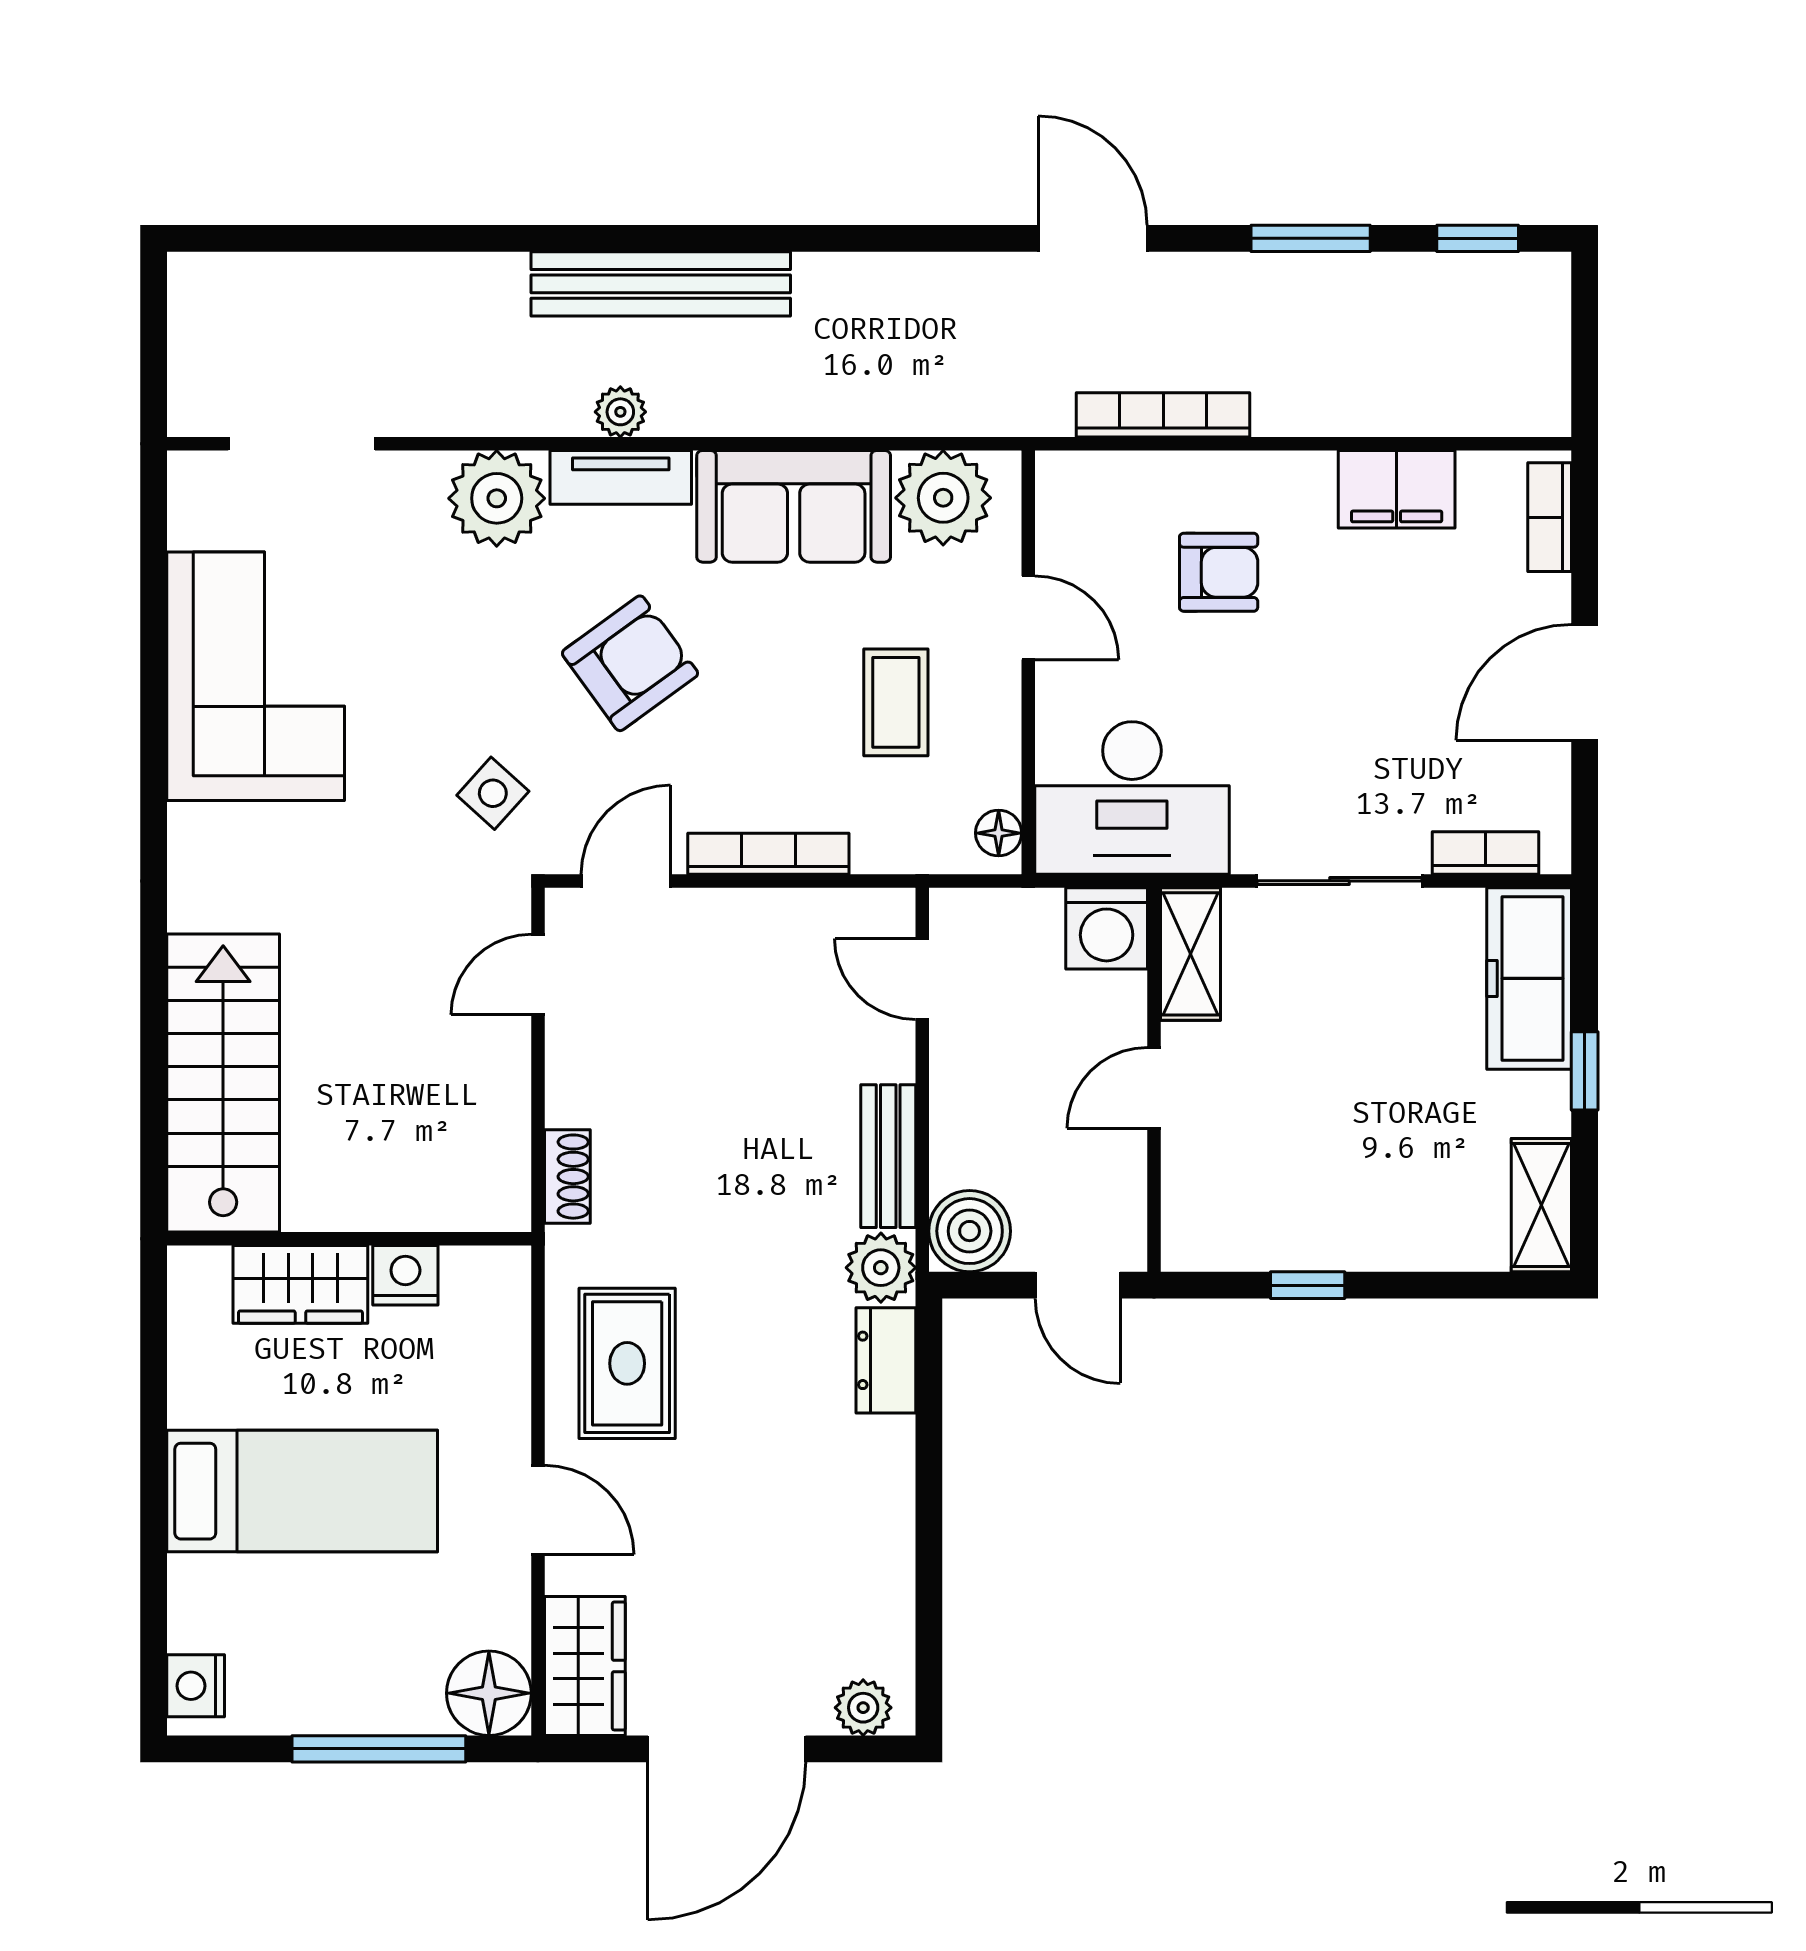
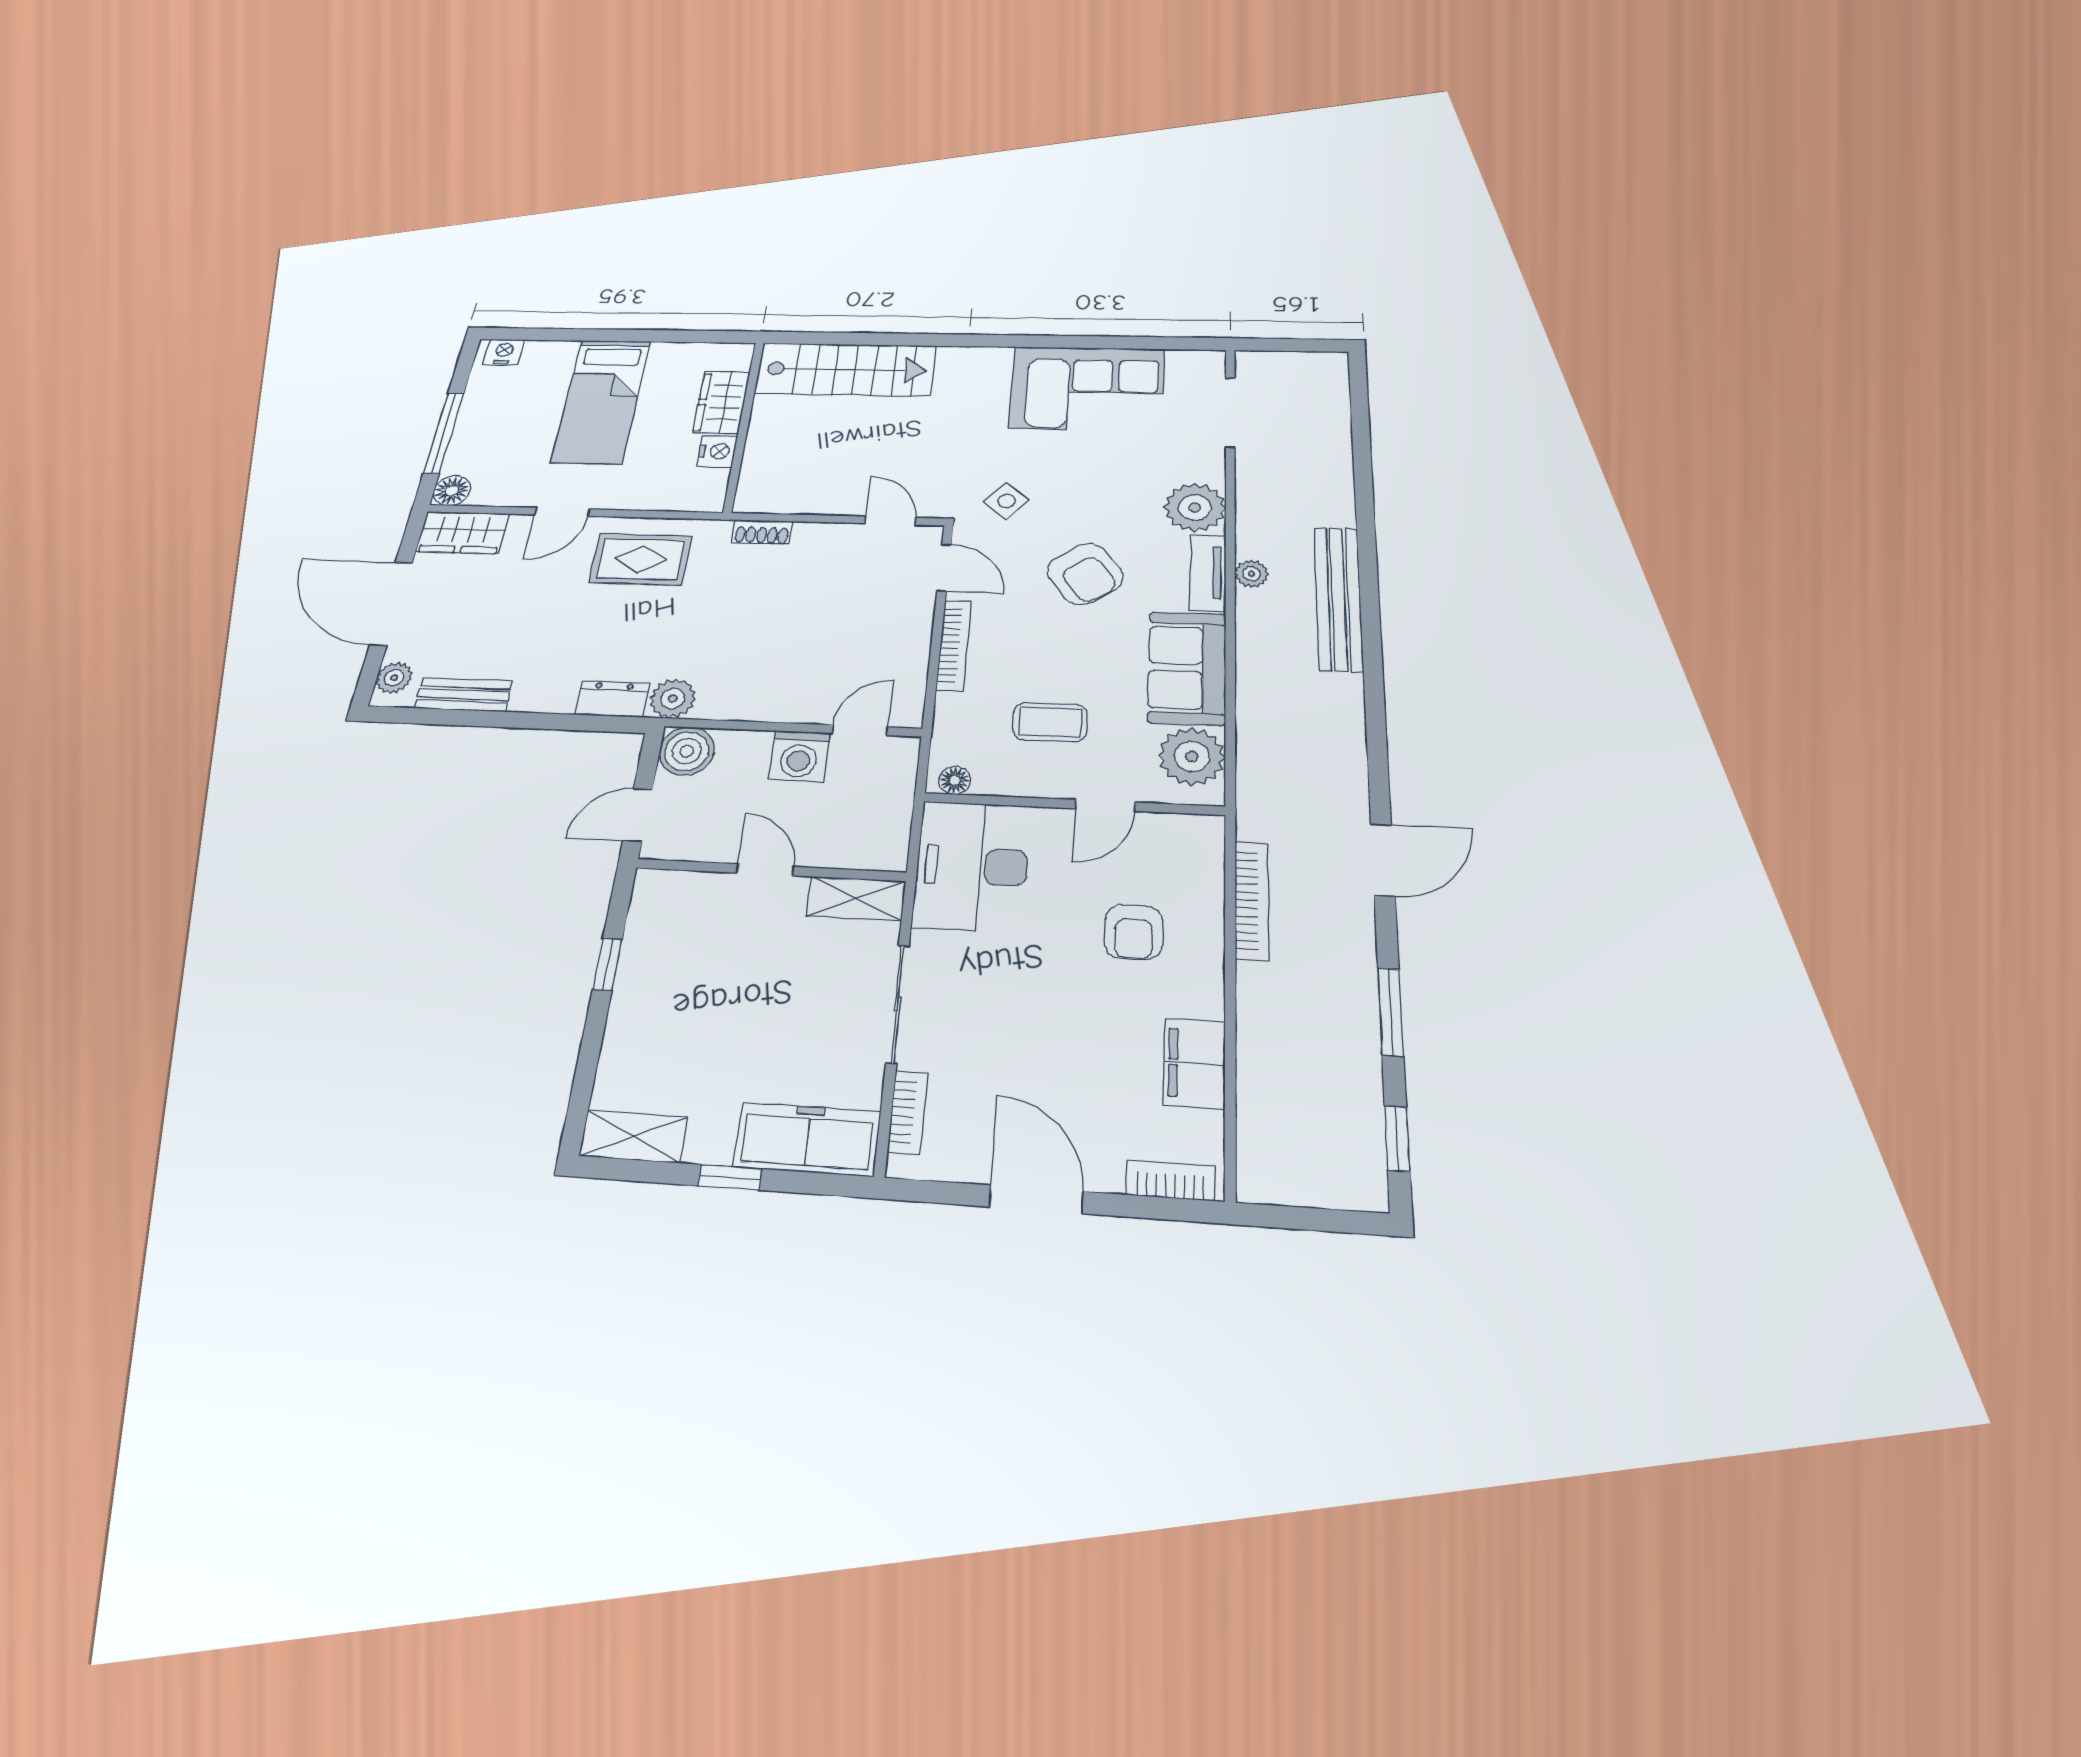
washing machine: (1107, 928) -> (799, 756), moved, turned -90
bench: (888, 1156) -> (464, 695), moved
floor lamp: (489, 1693) -> (452, 491), width x0.73, depth x0.73

